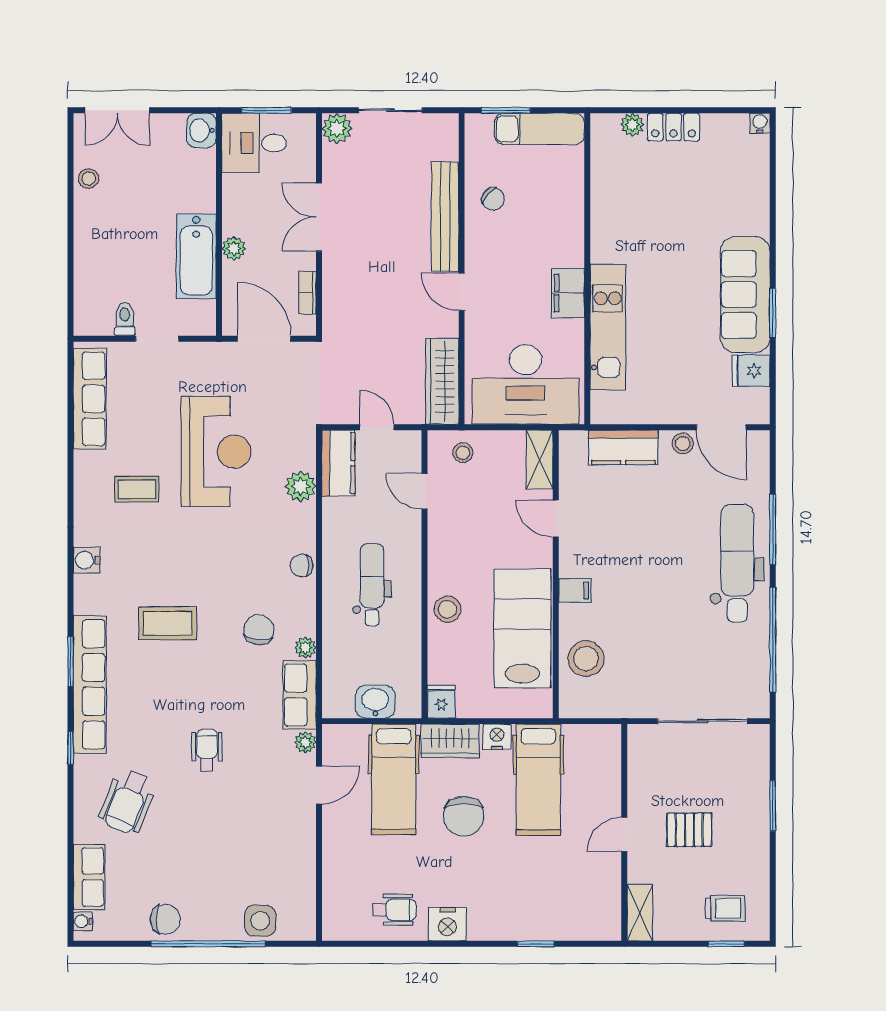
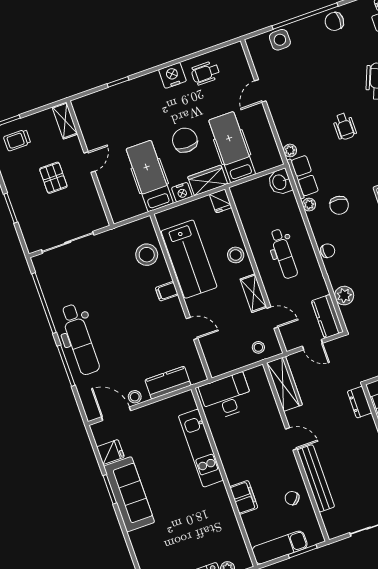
filing cabinet: (568, 293) -> (244, 497), moved
dresser: (335, 312) -> (359, 402), added
desk: (525, 384) -> (226, 397), width x0.73, depth x0.77
shelving: (540, 460) -> (253, 293), moved
washbasin: (375, 702) -> (280, 182), moved, turned 90
door: (319, 785) -> (260, 91), moved
pallet: (689, 830) -> (53, 178), turned 90

